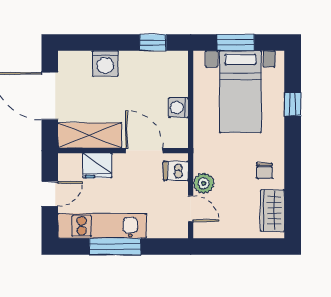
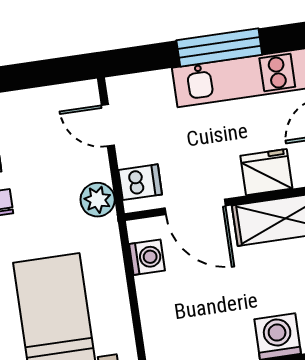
washing machine: (178, 108) -> (147, 257), moved
plant: (204, 183) -> (98, 200), moved

